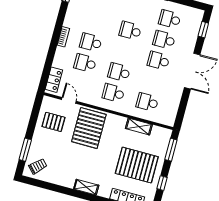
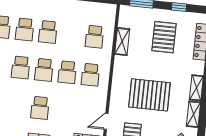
school desk: (85, 63) -> (44, 70), moved
pallet: (89, 128) -> (149, 95), moved
pallet: (137, 165) -> (164, 37), width x0.73, depth x0.71
shelving: (63, 181) -> (194, 114), added

